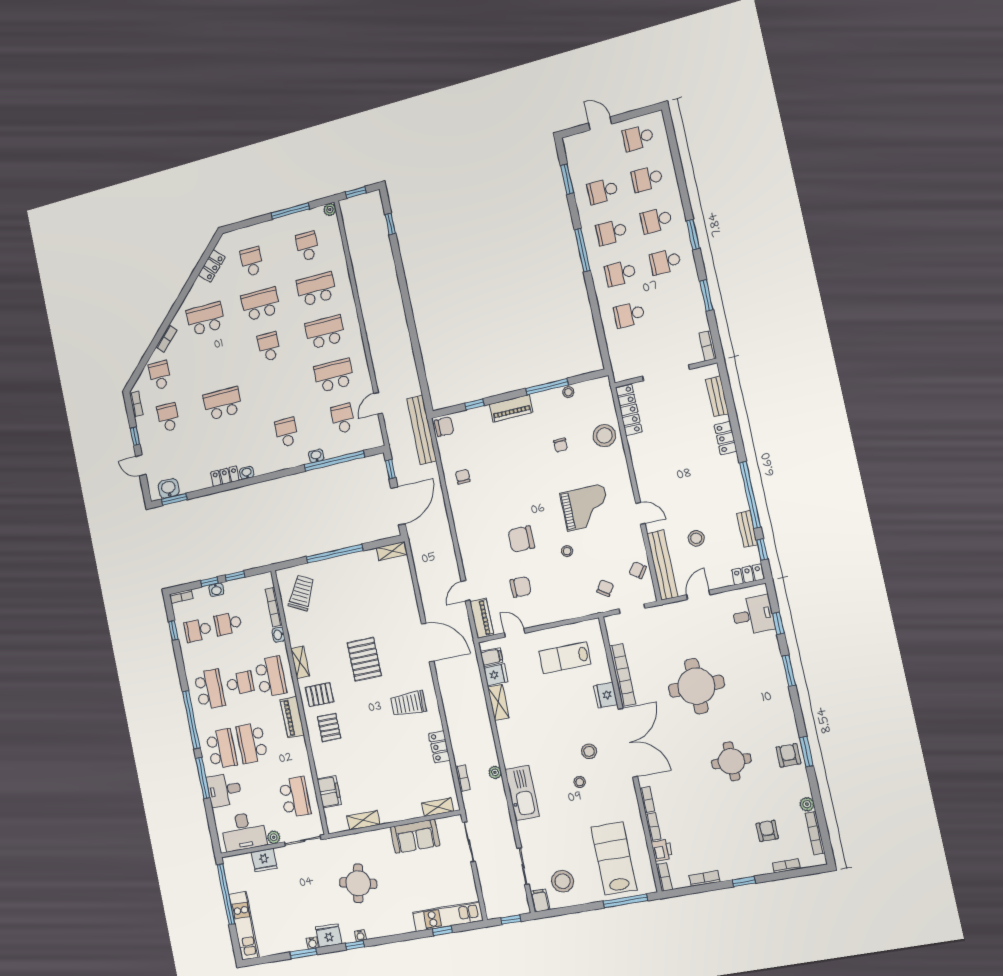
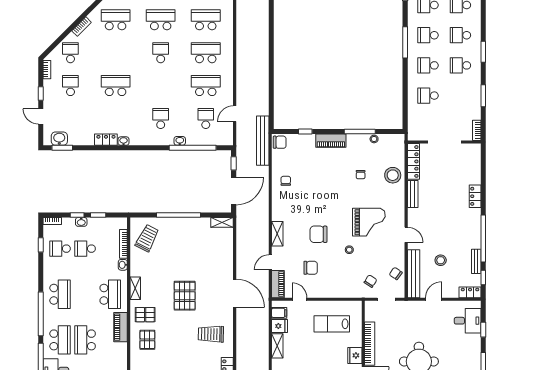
bench: (717, 396) -> (413, 194), moved
shelving: (467, 550) -> (277, 234), added
school desk: (240, 683) -> (85, 294), removed

